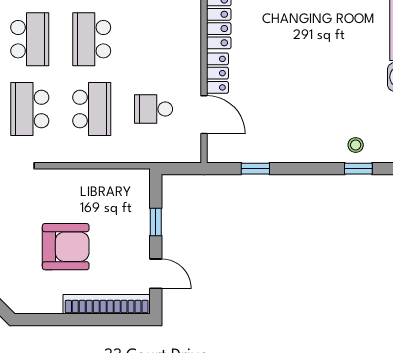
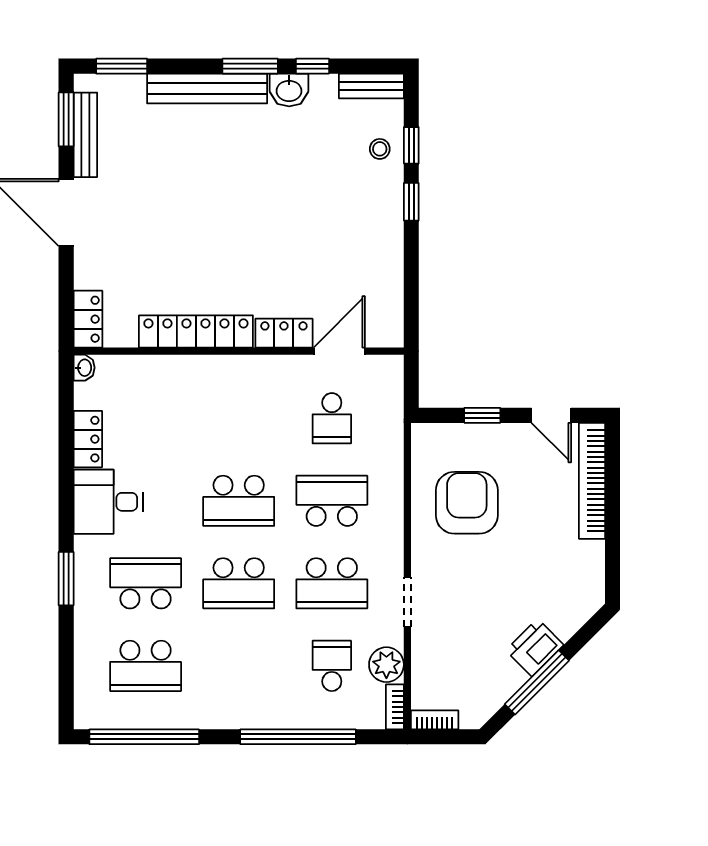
school desk: (30, 39) -> (239, 583), turned 180
window: (255, 169) -> (411, 202), moved
armchair: (66, 247) -> (467, 503), moved
door: (156, 274) -> (551, 415), swing flipped

